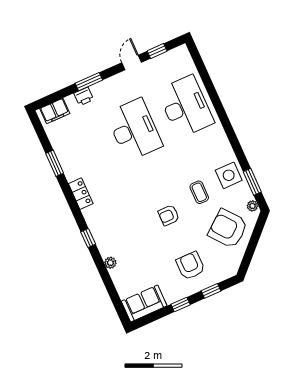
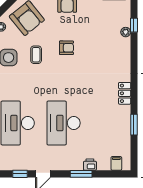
filing cabinet: (55, 111) -> (116, 163), width x0.50
window: (88, 238) -> (134, 25), moved

